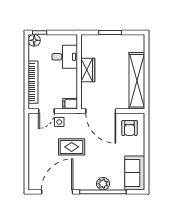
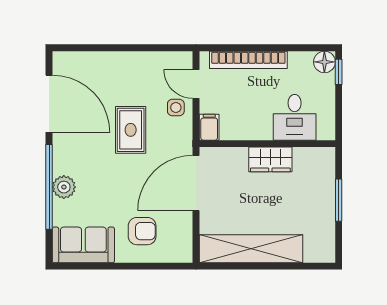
armchair: (130, 128) -> (142, 231), moved, turned 180

